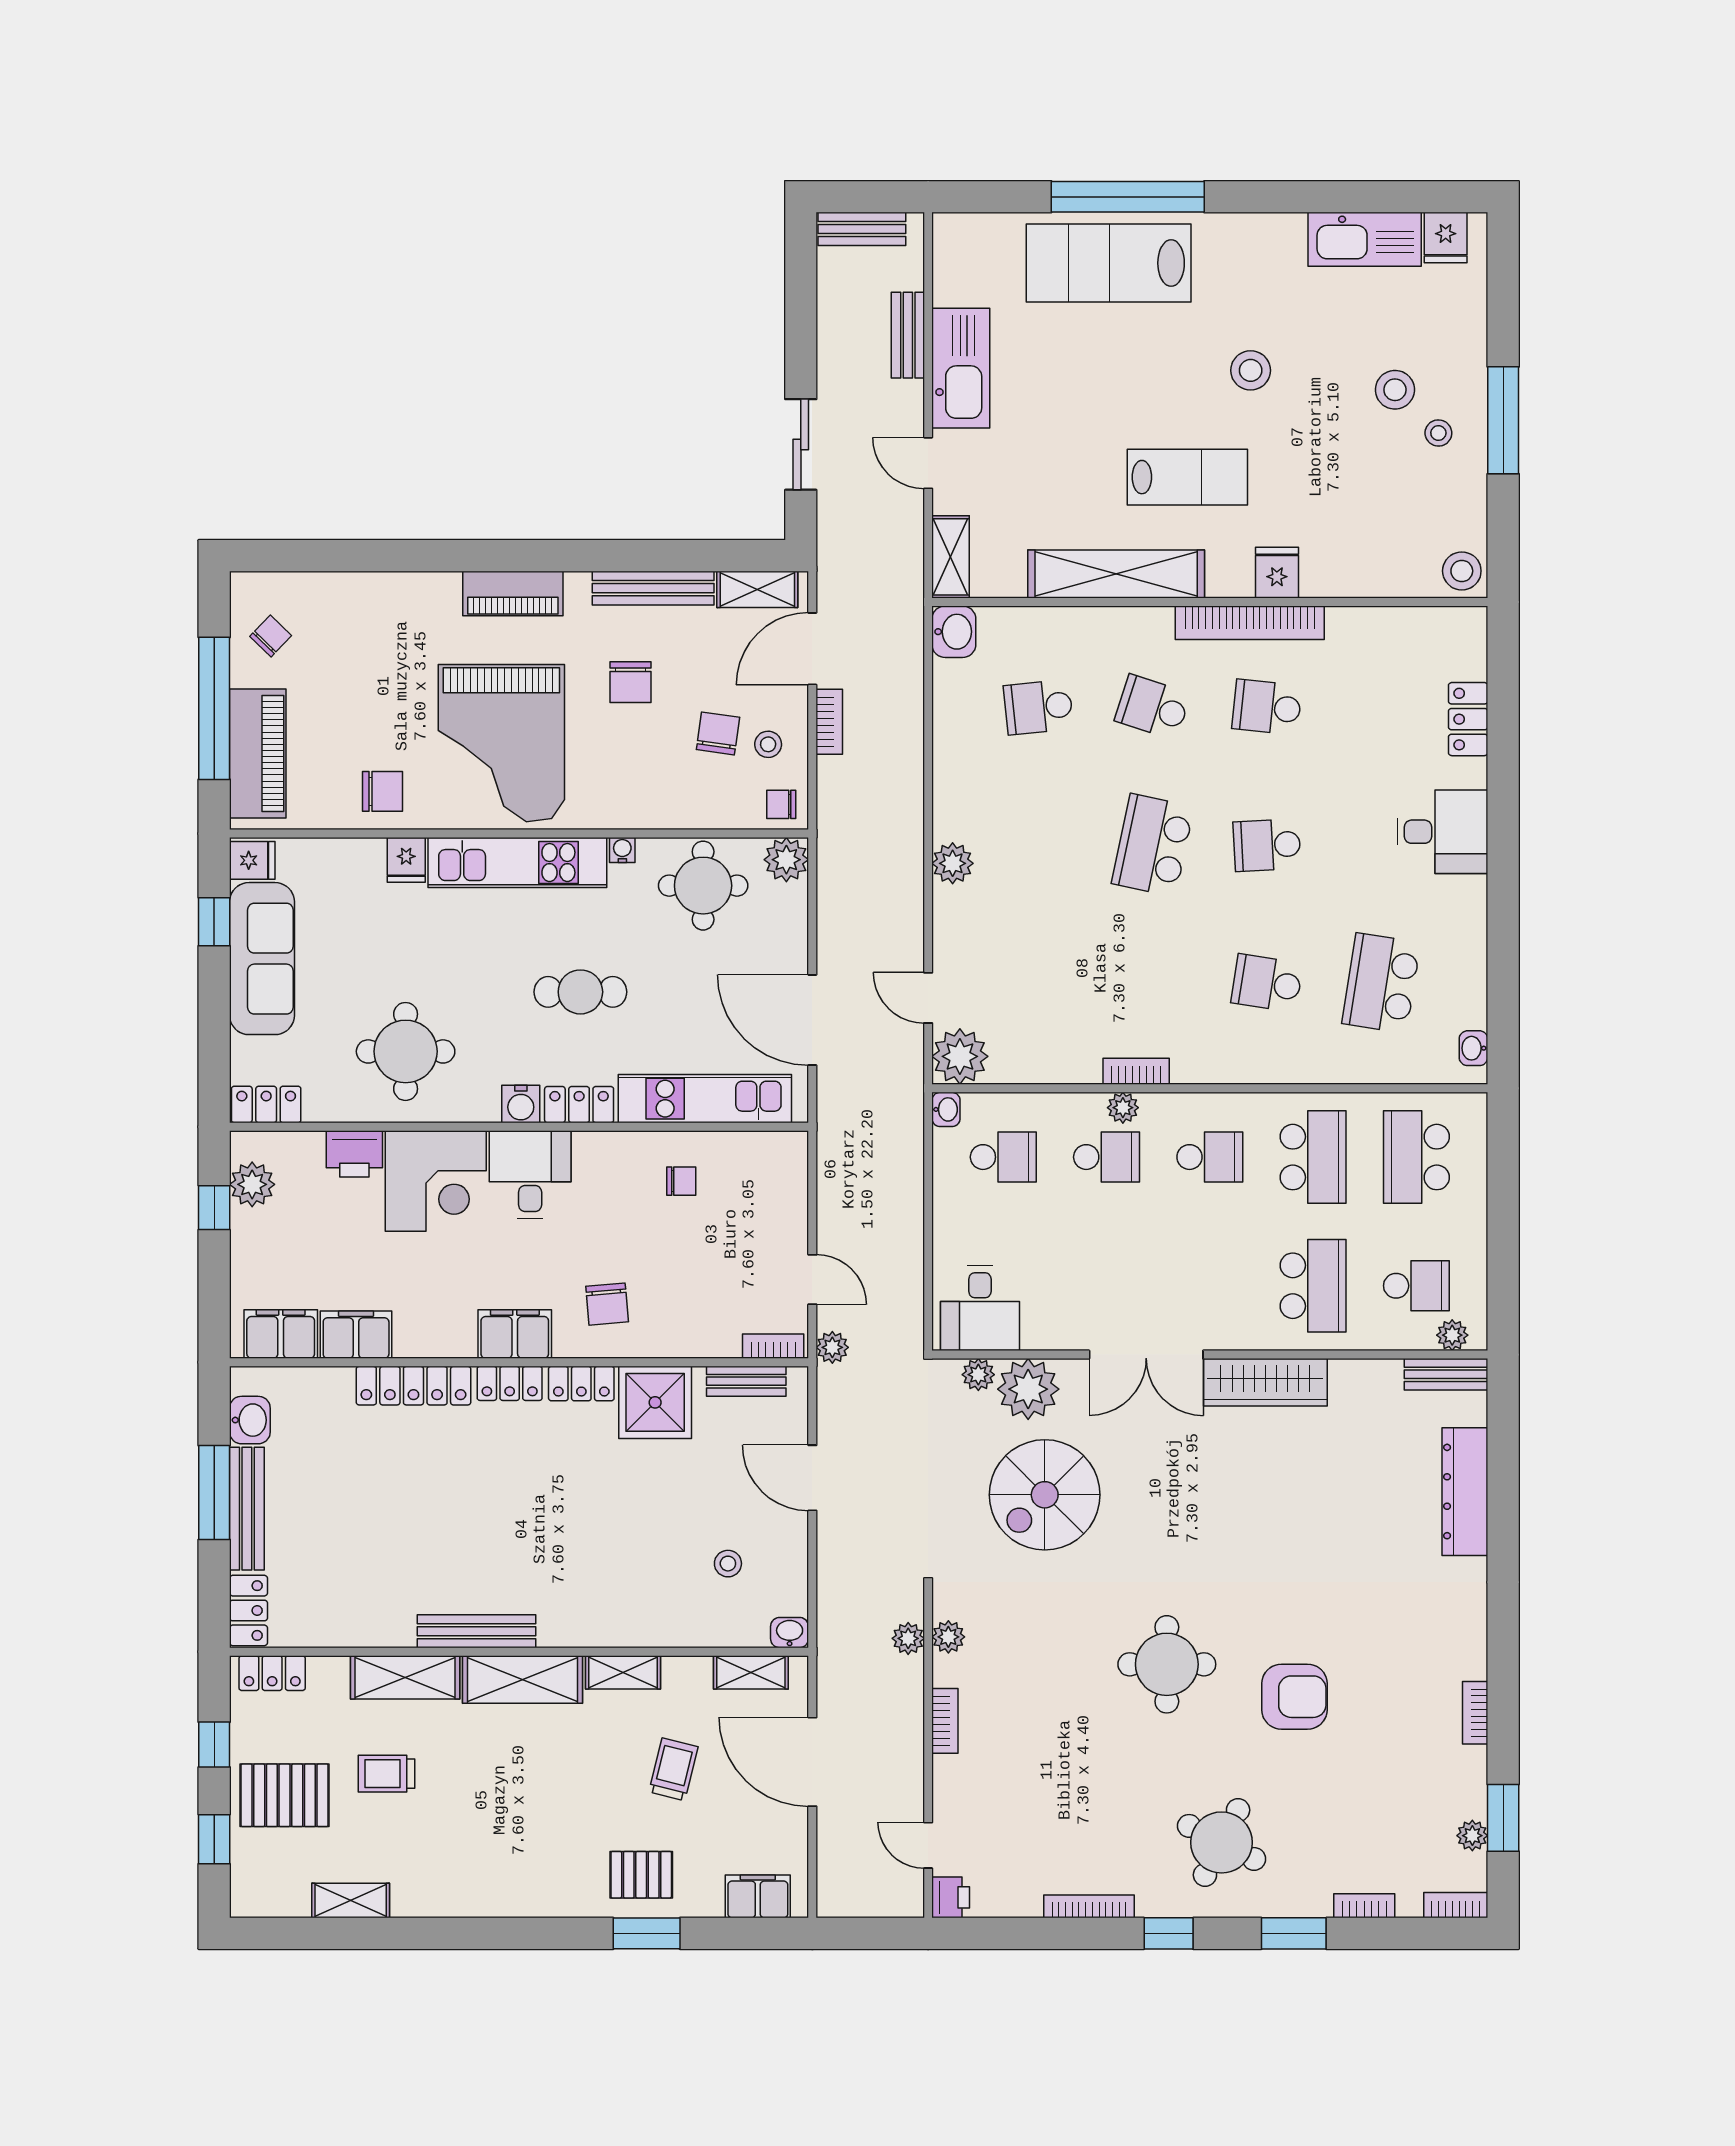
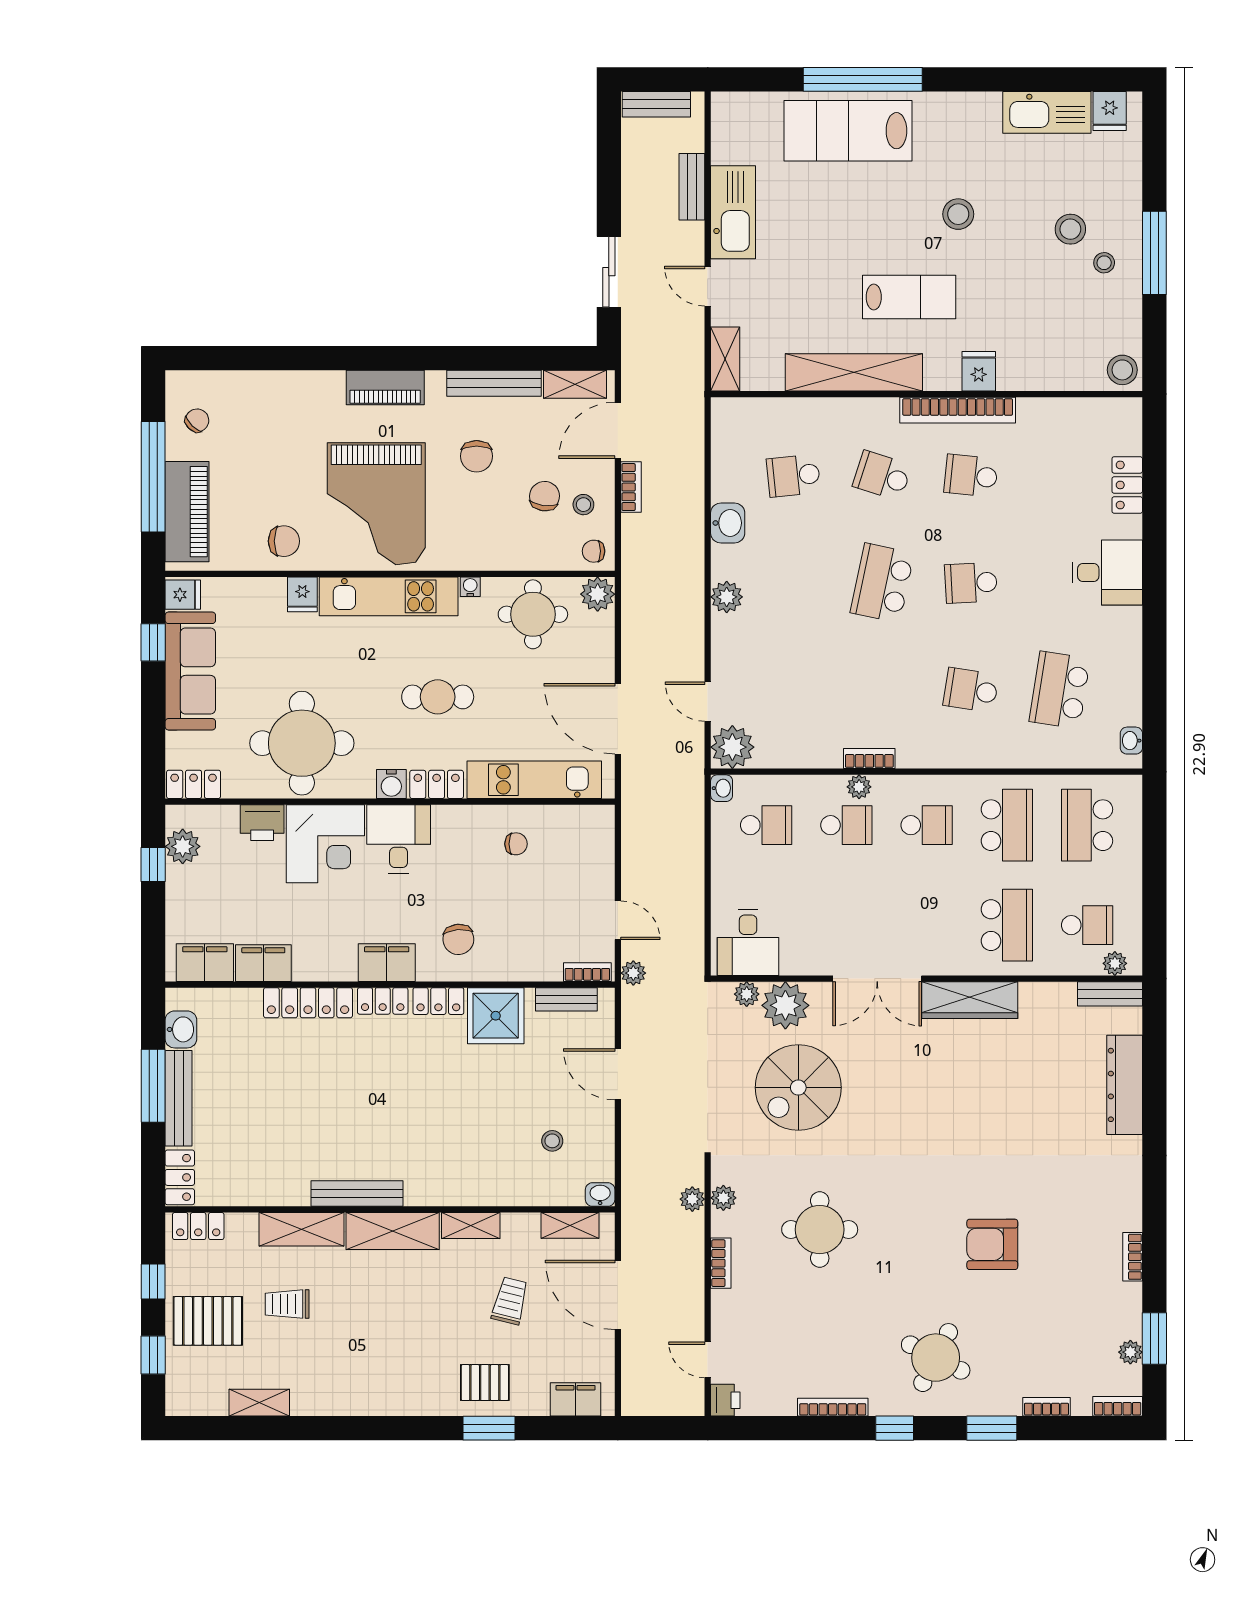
washbasin: (954, 632) -> (728, 523), moved
round table: (406, 1051) -> (302, 743), width x1.36, depth x1.36
round table: (1167, 1664) -> (820, 1230), moved
armchair: (1294, 1697) -> (992, 1244), turned 180

